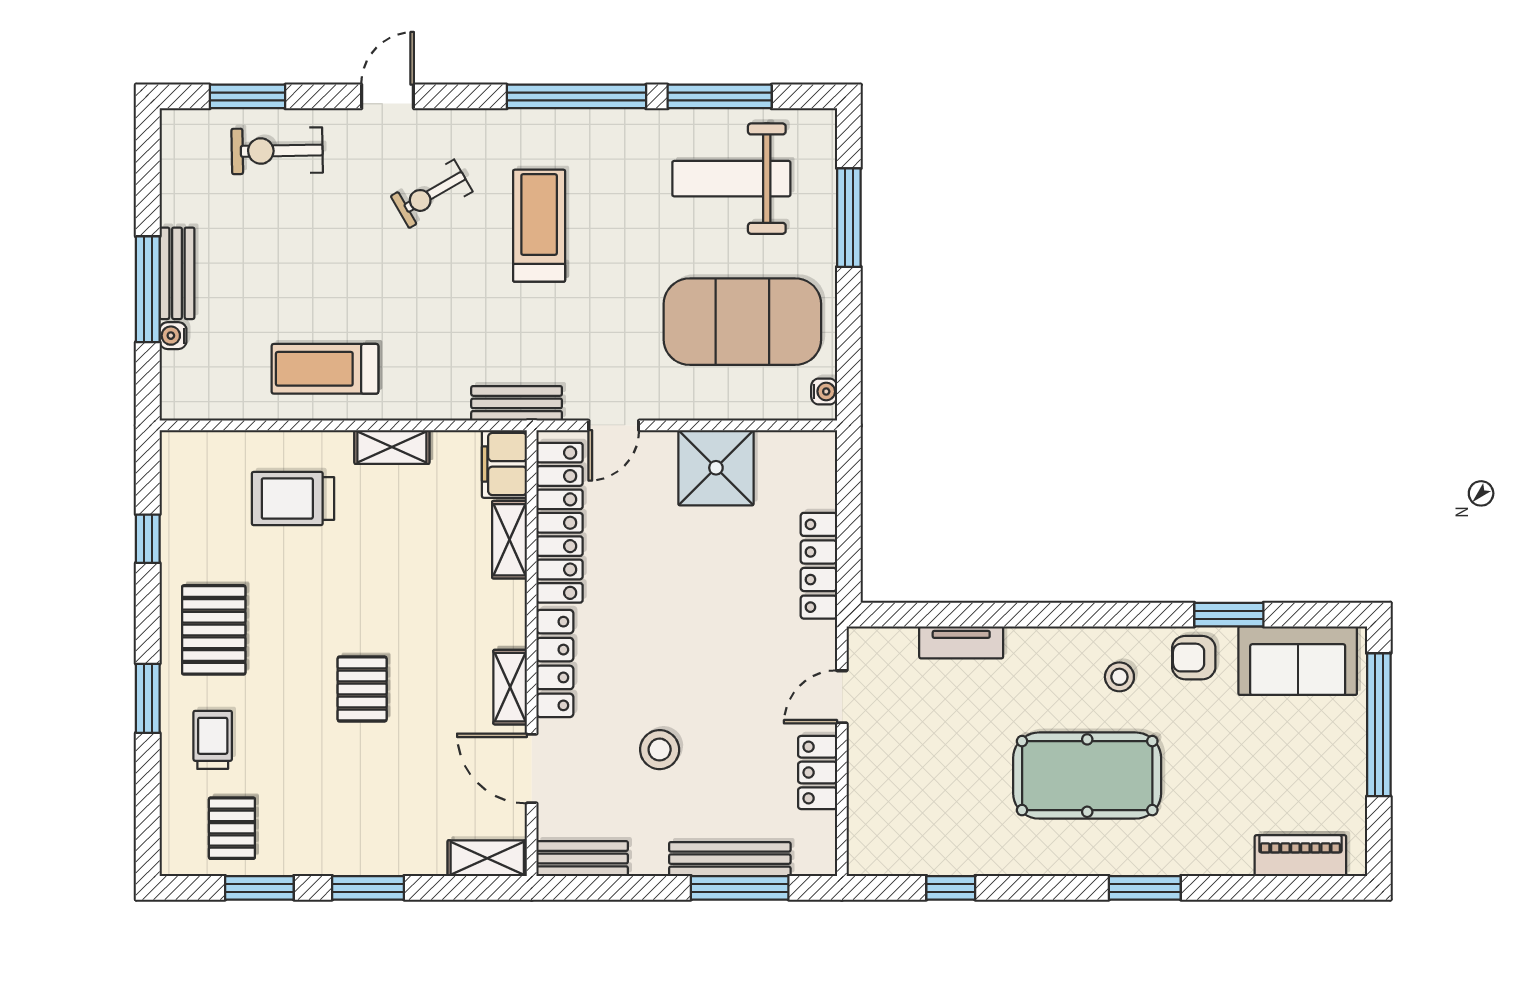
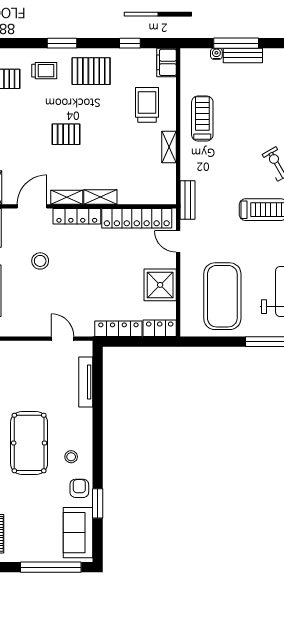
water cooler: (824, 391) -> (193, 331), removed
filing cabinet: (504, 464) -> (167, 62), moved, turned -90
shelving: (510, 540) -> (100, 197), moved
tv unit: (961, 642) -> (86, 382), width x1.41
locker: (818, 773) -> (160, 328), moved

